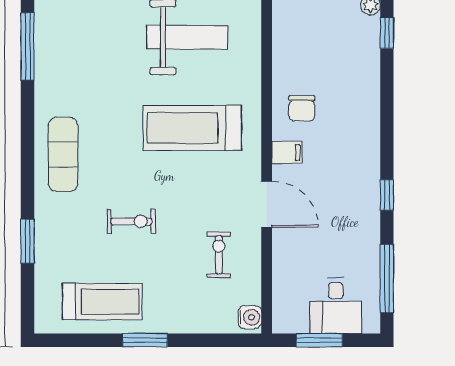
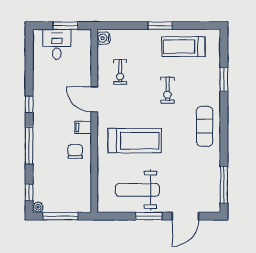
exercise bike: (131, 221) -> (168, 90), turned -90
window: (387, 279) -> (29, 146), moved

